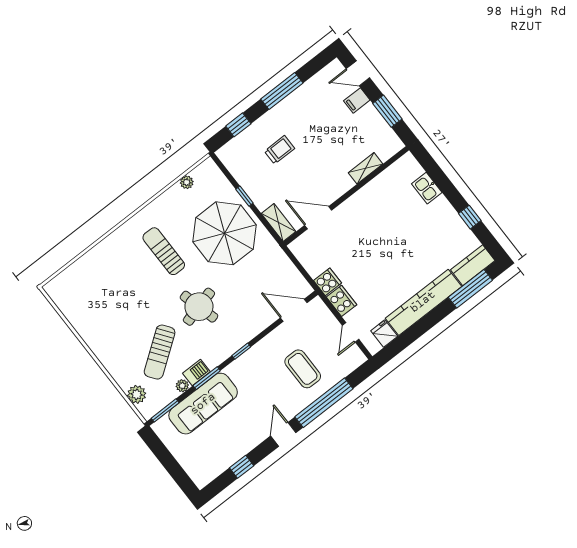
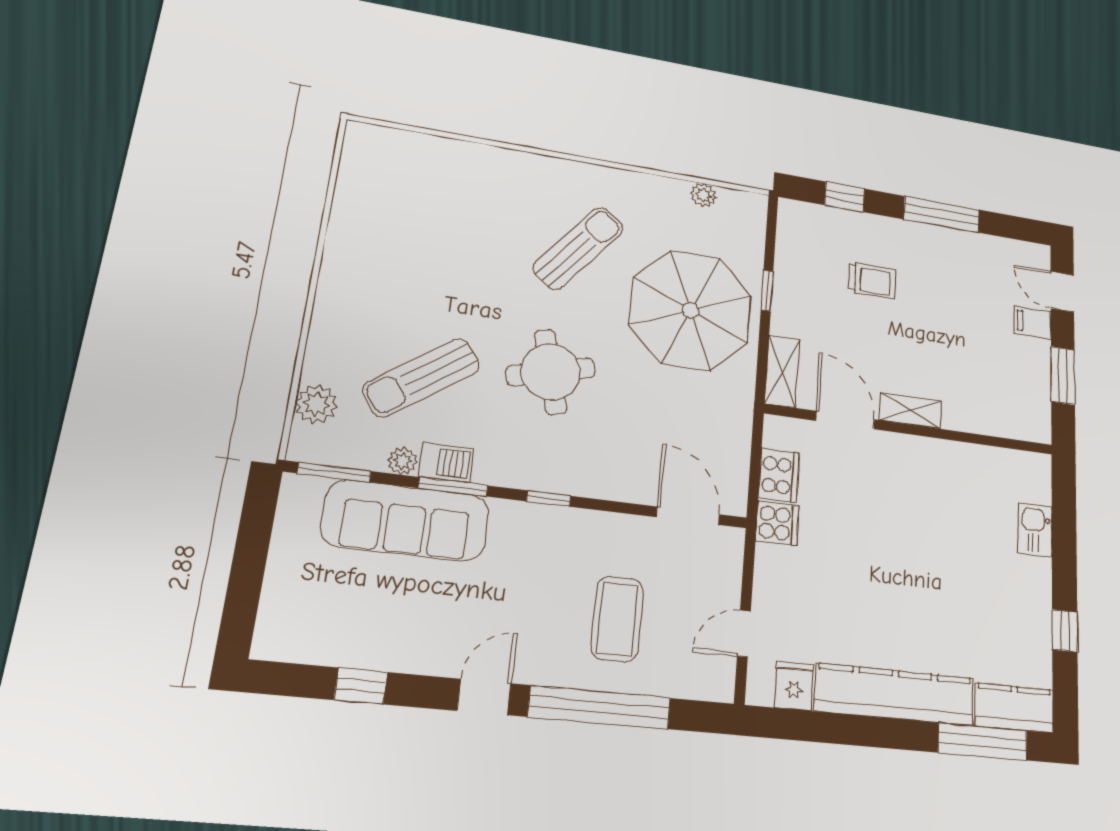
shelving: (365, 168) -> (910, 411), moved
sun lounger: (164, 251) -> (578, 248), turned 38
cooker: (342, 301) -> (779, 475), moved

